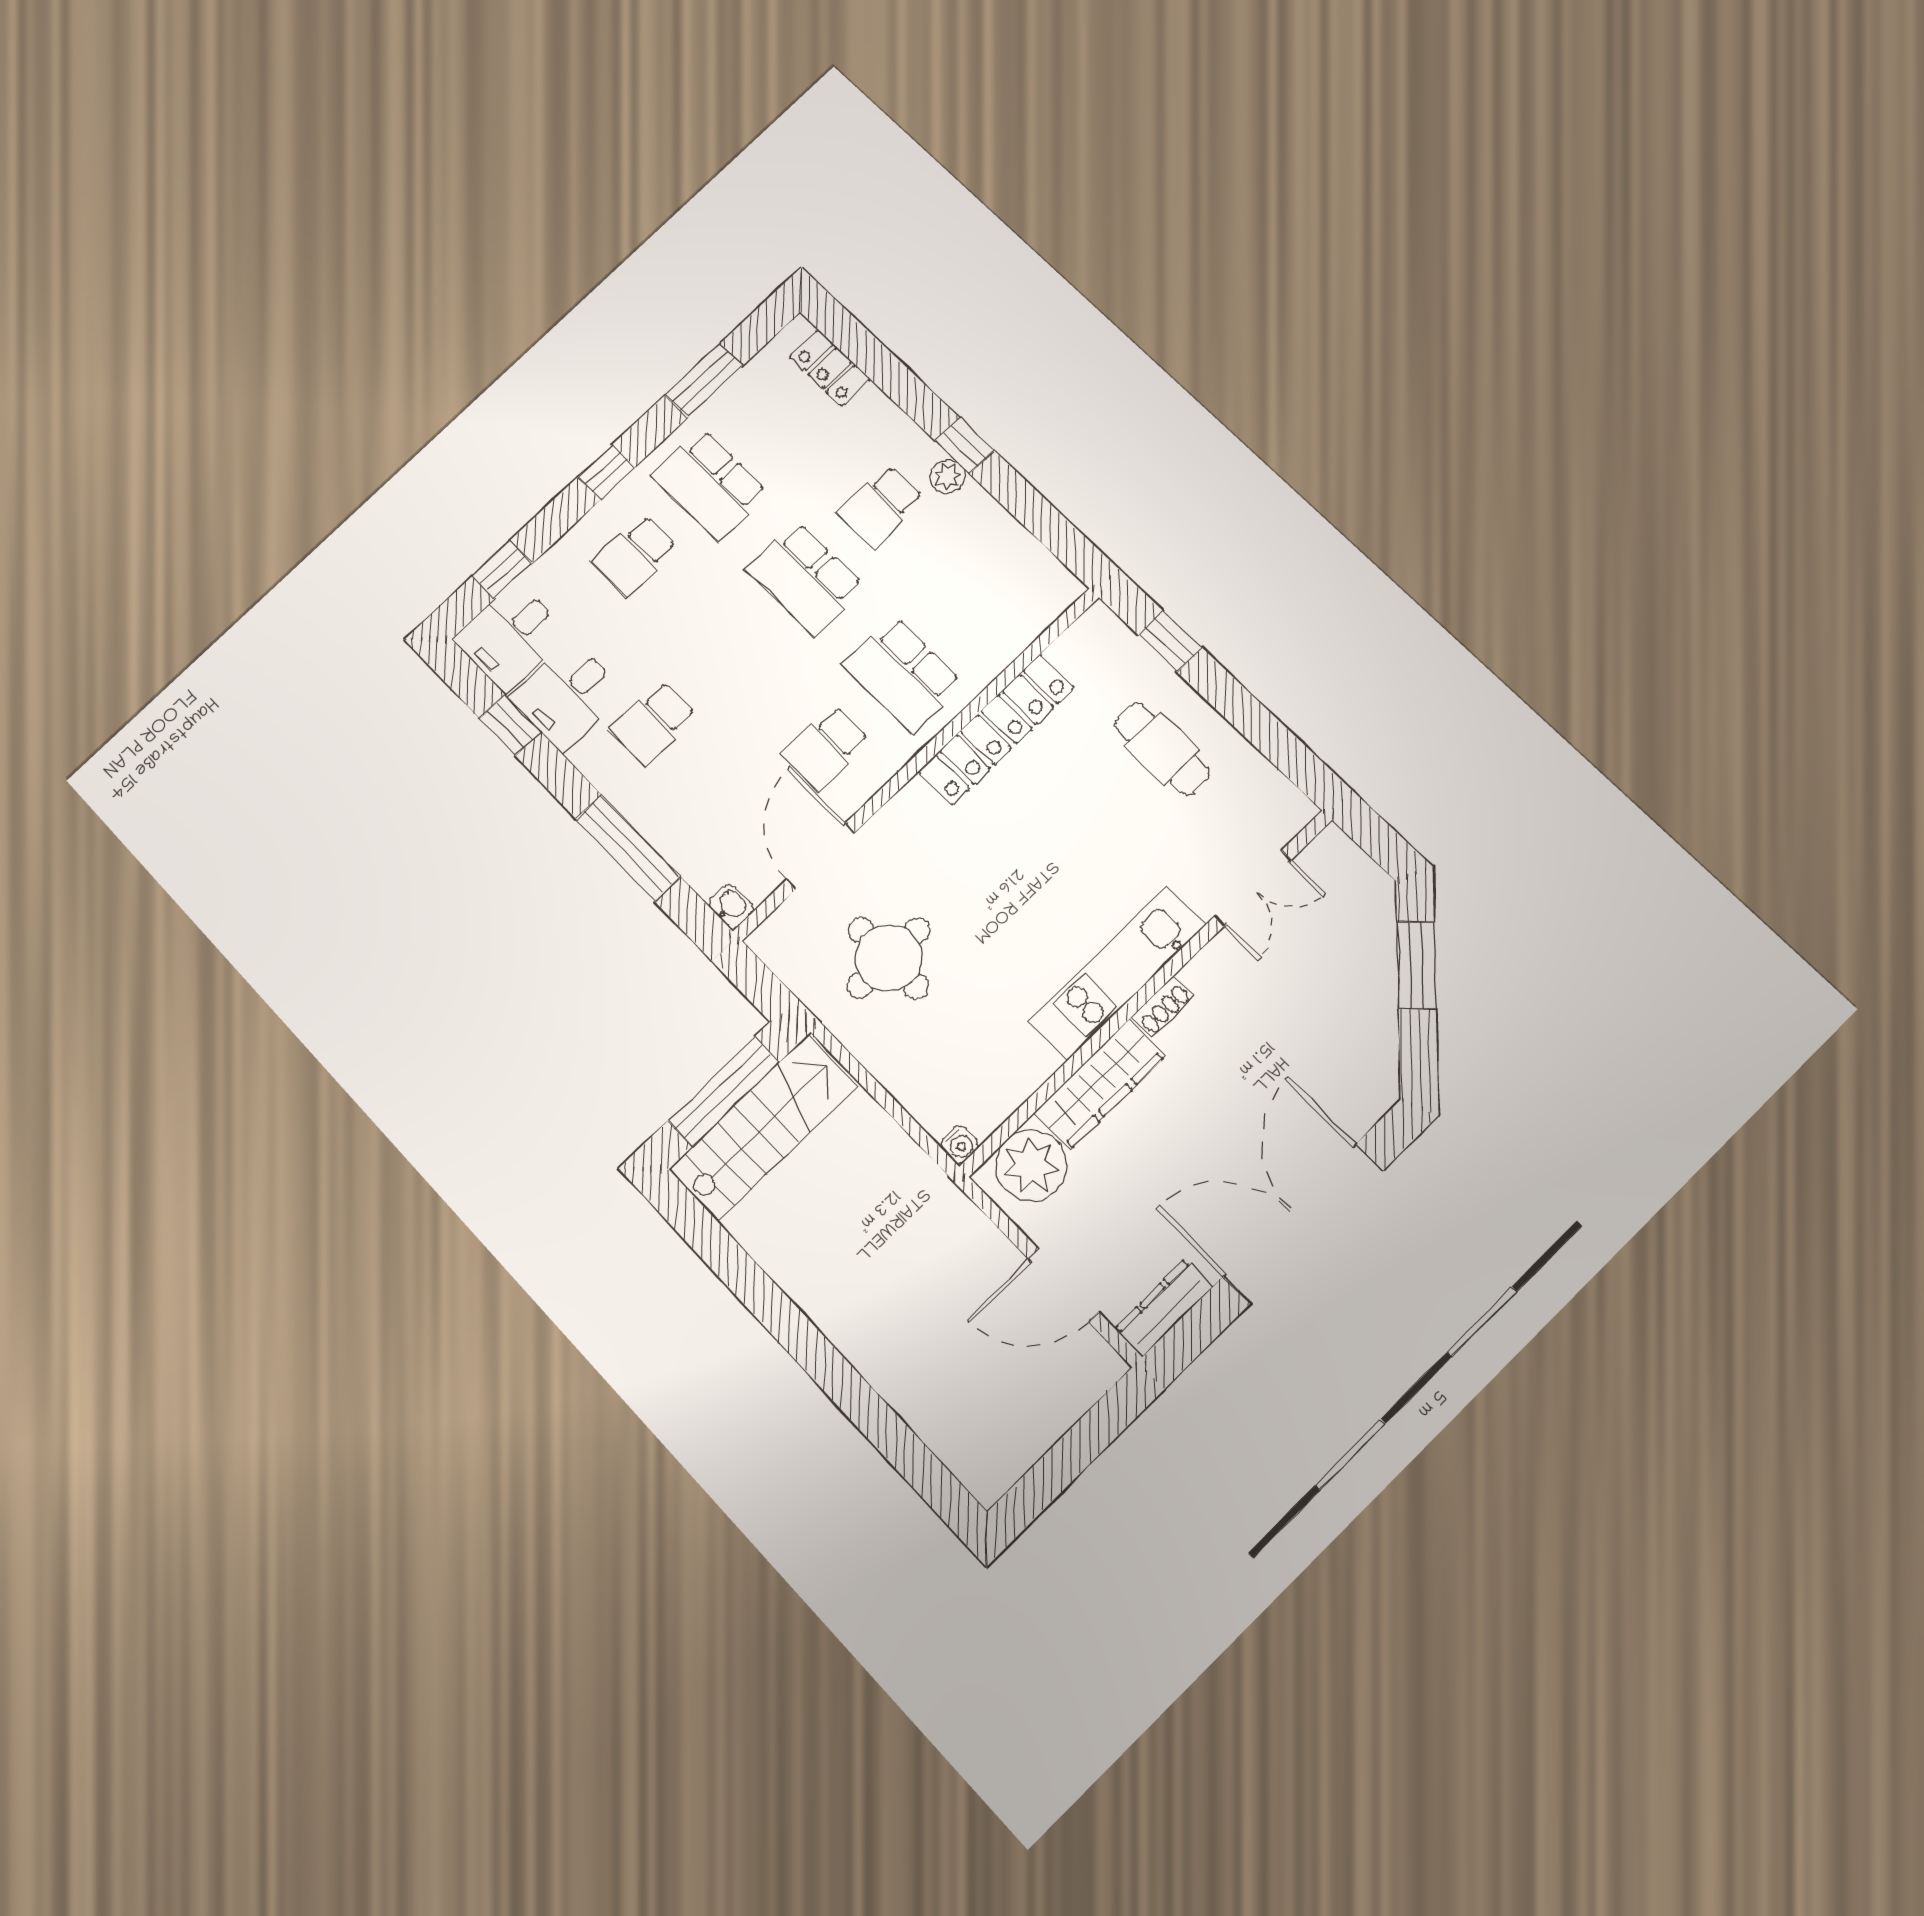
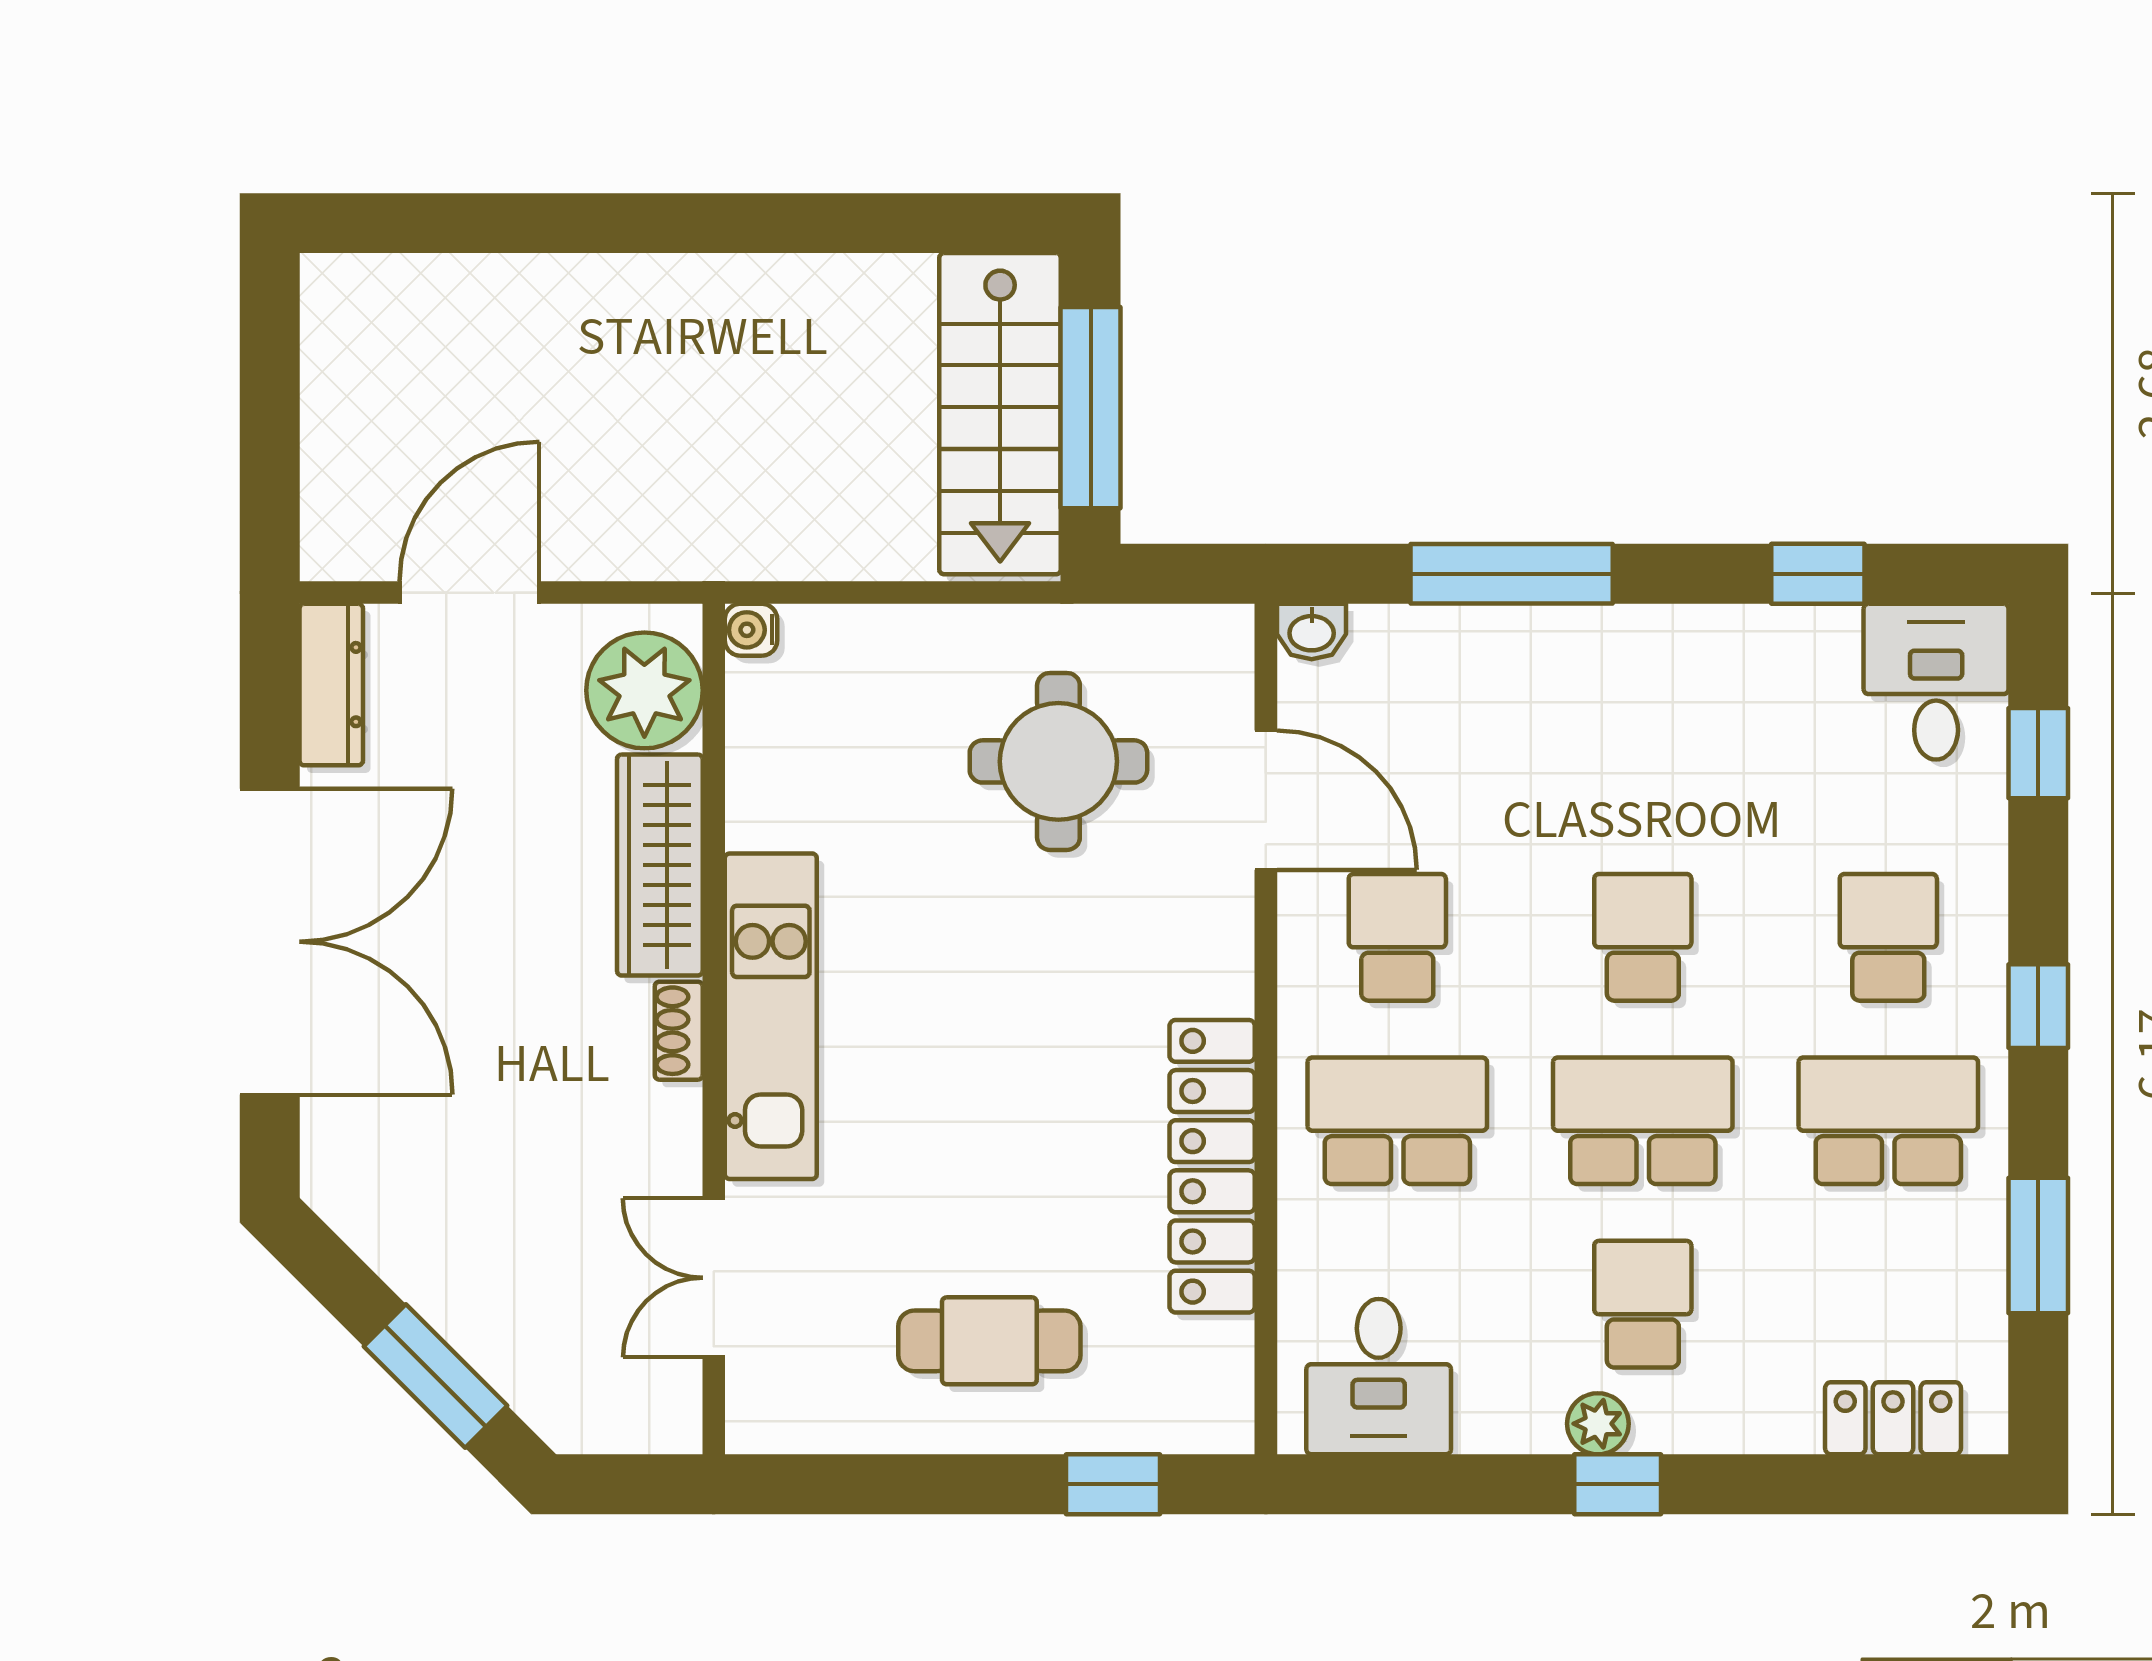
desk: (568, 695) -> (1379, 1377), moved, turned 180
school desk: (653, 723) -> (1643, 937), moved

